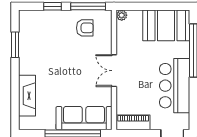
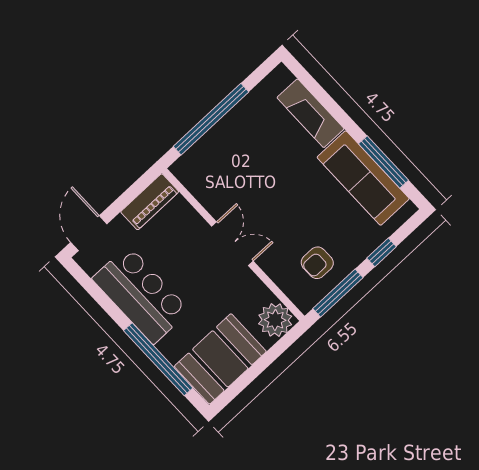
plant: (122, 15) -> (275, 320), width x1.87, depth x1.87
window: (15, 45) -> (384, 162), width x1.44
sofa: (84, 118) -> (363, 178), moved, turned 90

